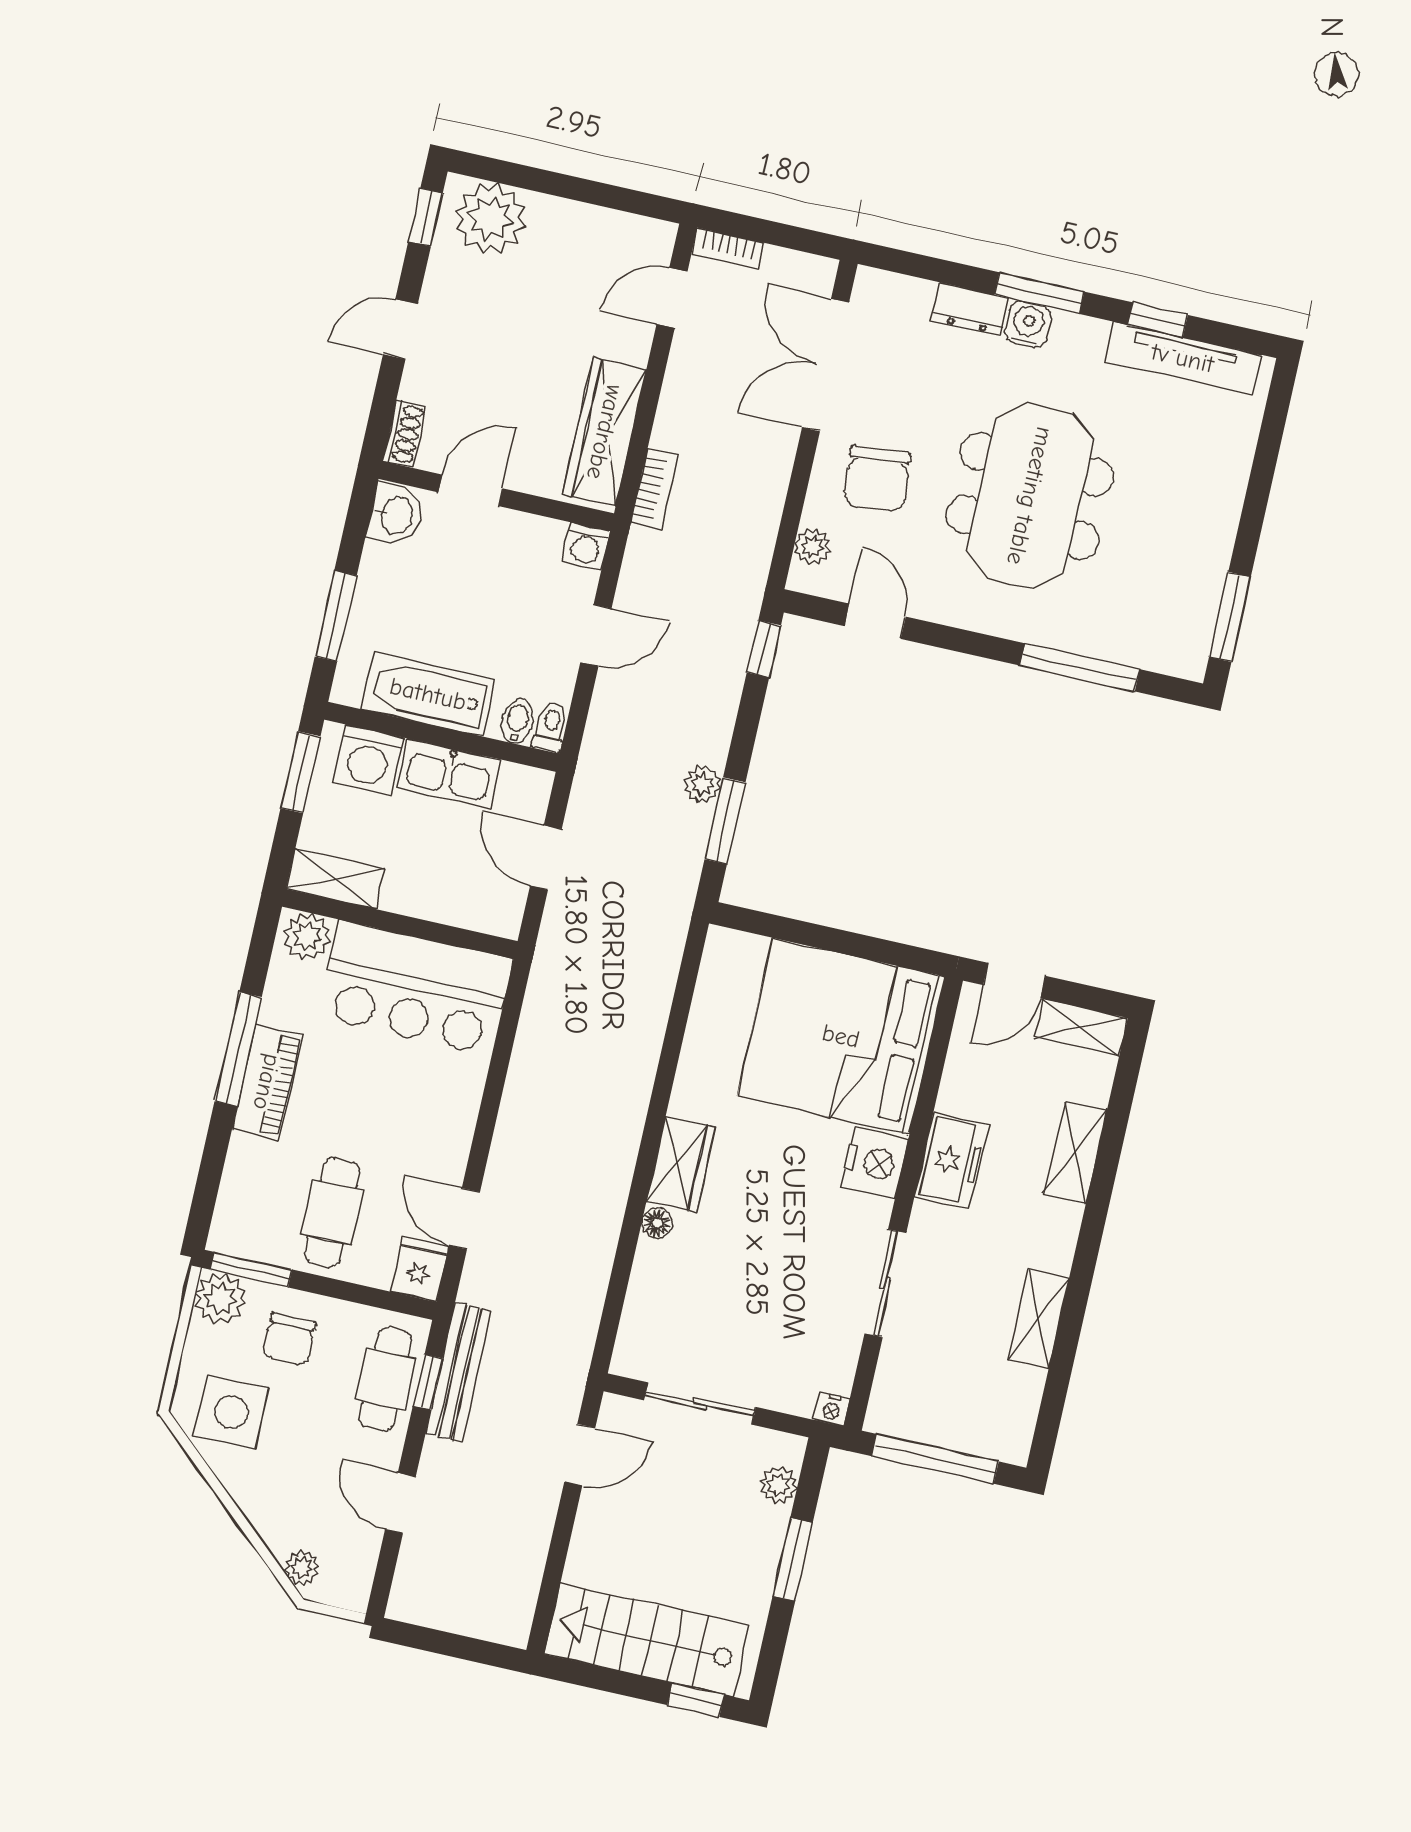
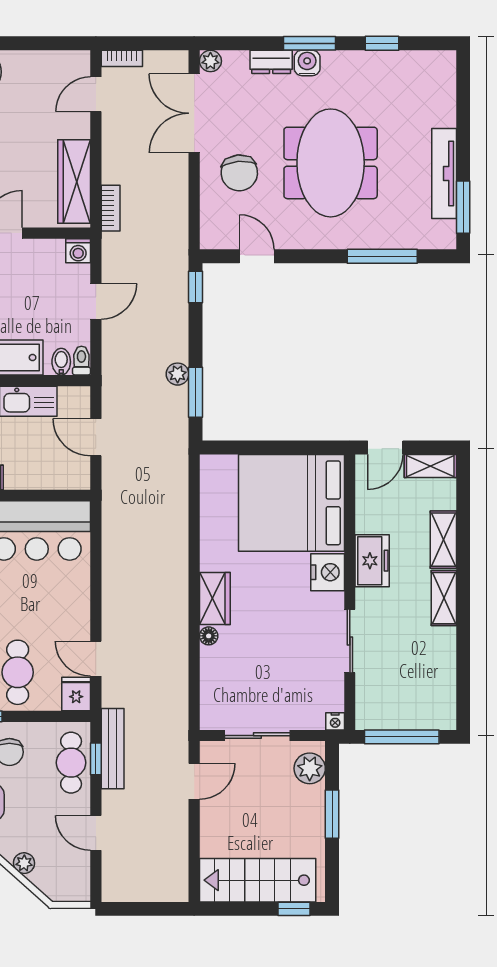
tv unit: (1183, 358) -> (444, 174), moved, turned 90
plant: (812, 547) -> (210, 61), moved
shelving: (1039, 1319) -> (444, 598), moved
plant: (778, 1485) -> (310, 768), width x1.38, depth x1.38
plant: (302, 1568) -> (24, 863), moved

